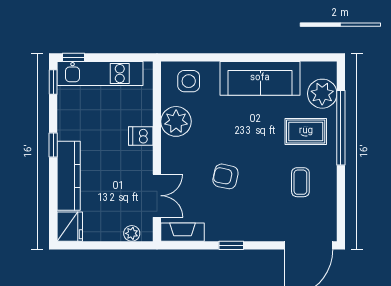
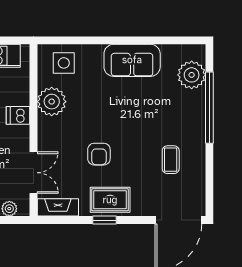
sofa: (260, 78) -> (132, 60), width x0.73
rug: (306, 131) -> (110, 200), moved
armchair: (225, 176) -> (99, 154), turned -102

